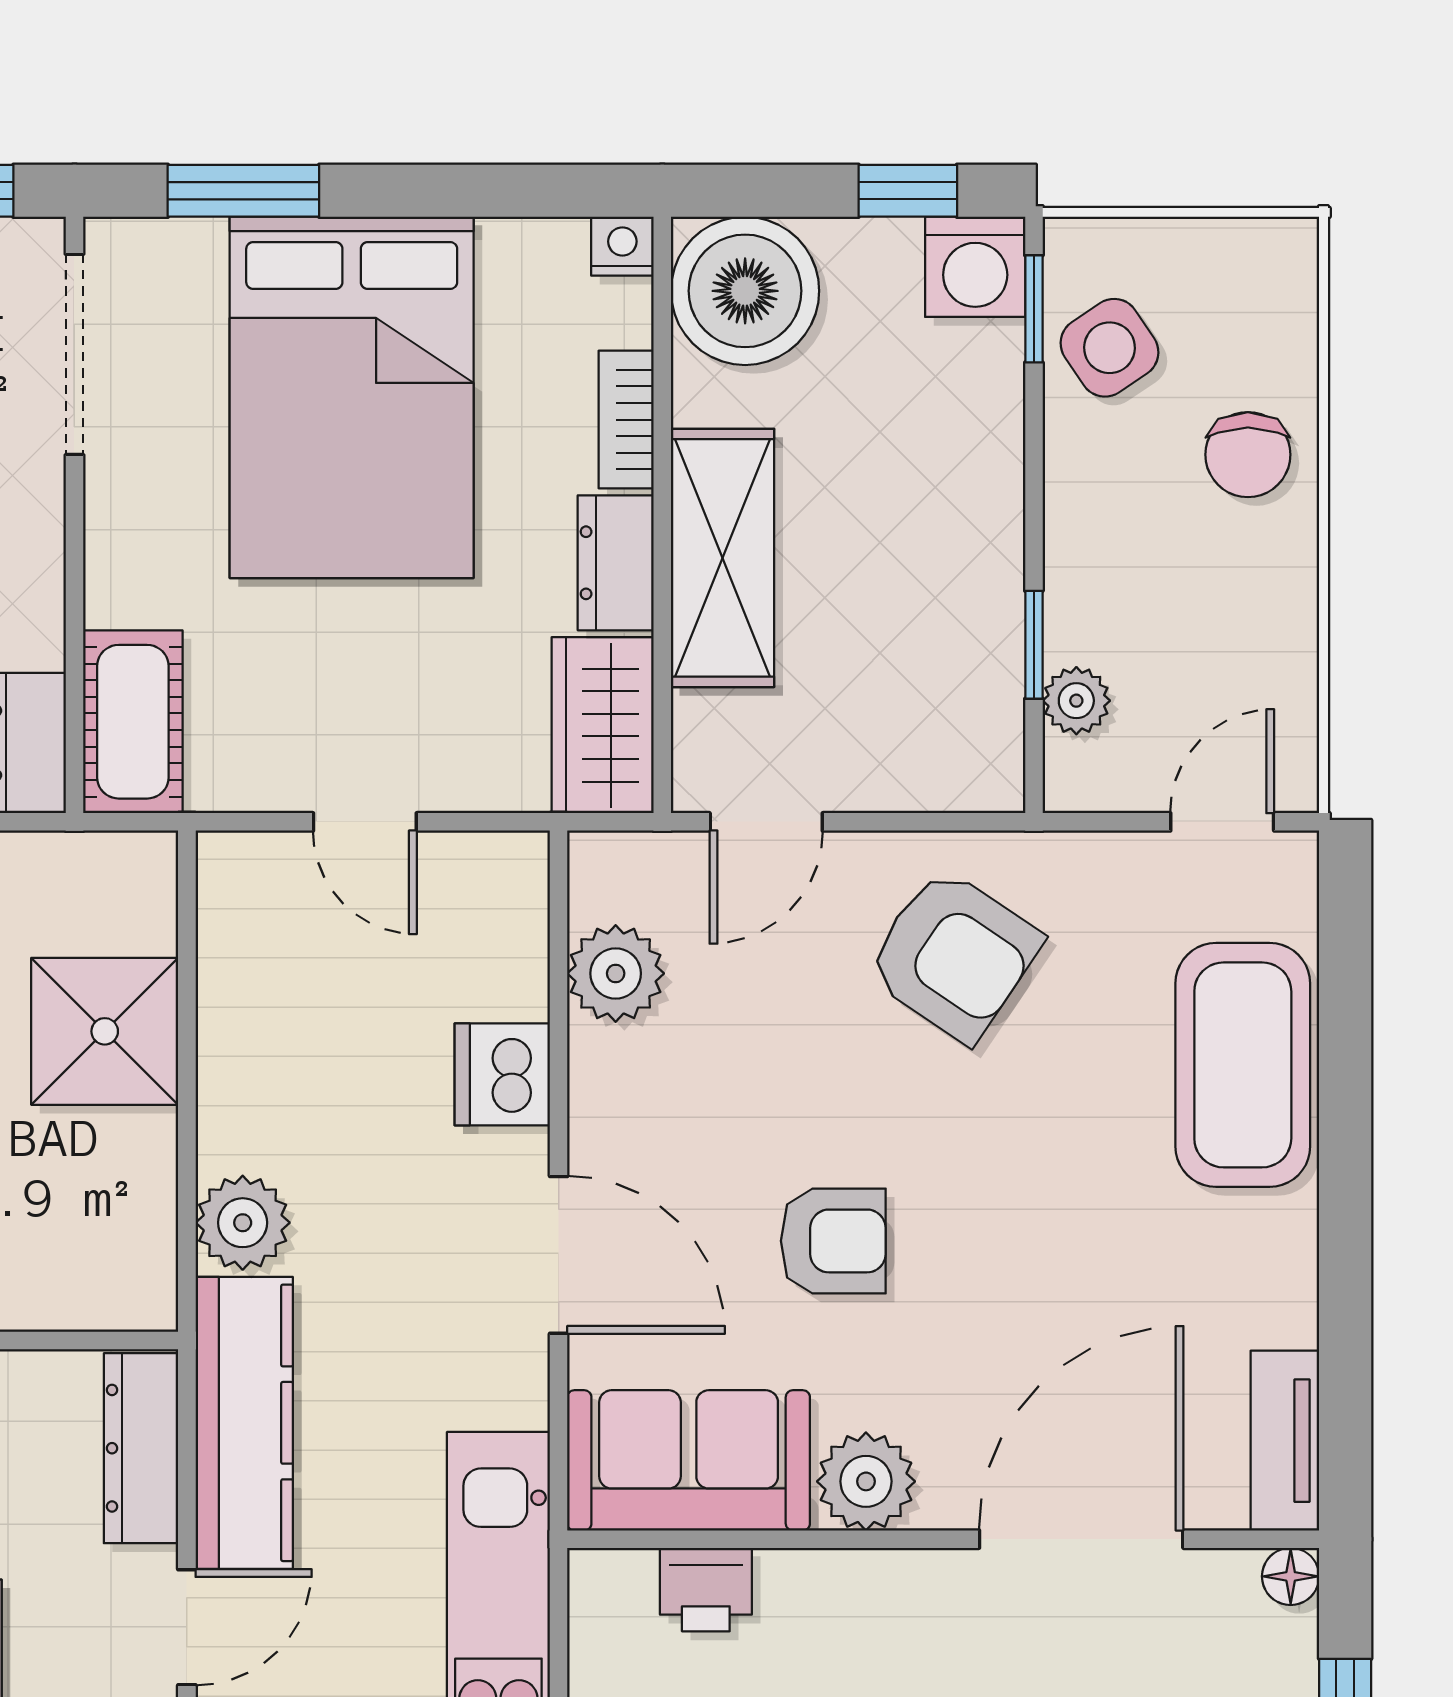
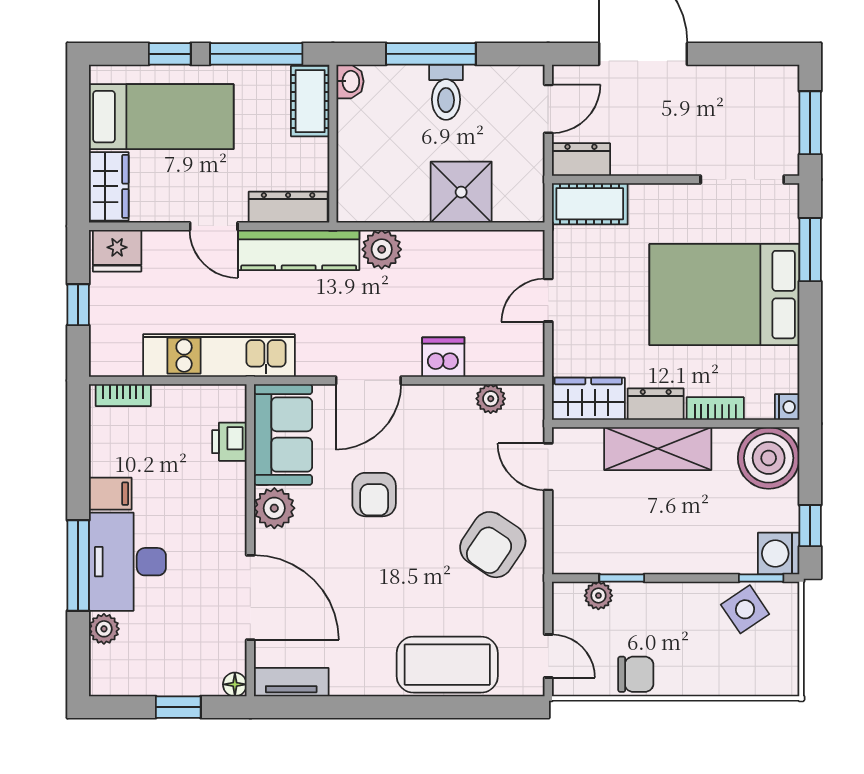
chair: (1248, 455) -> (636, 674), moved, turned 180
plant: (616, 973) -> (491, 399), width x0.73, depth x0.73

